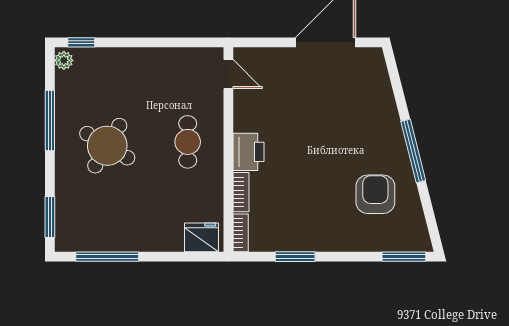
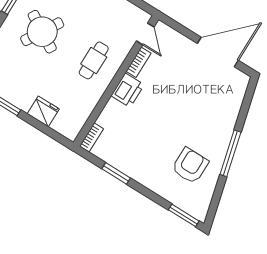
bookcase: (241, 192) -> (138, 62), moved
fridge: (201, 237) -> (43, 111), moved

